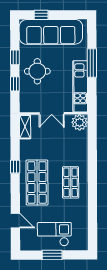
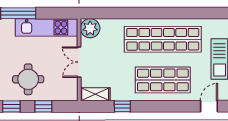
double door: (52, 113) -> (79, 62), swing flipped
window: (15, 167) -> (122, 106), moved
shop shelf: (71, 182) -> (163, 39), width x2.00, depth x1.36

